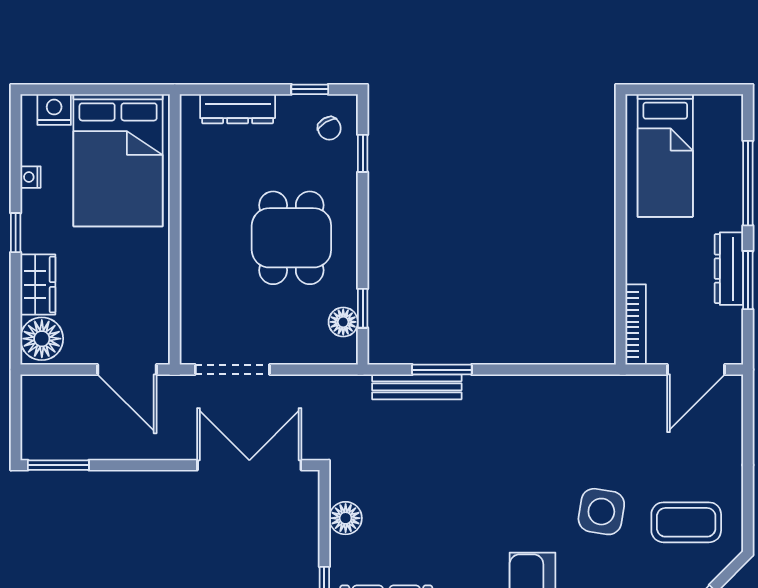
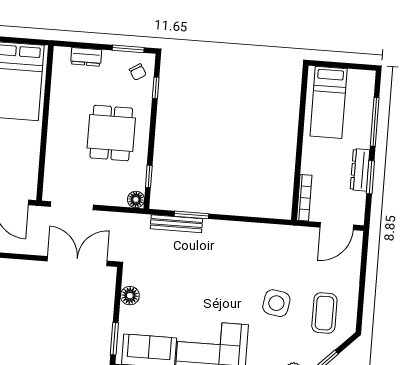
window: (310, 89) -> (128, 49), width x1.50
dresser: (238, 109) -> (86, 57), width x0.70
floor lamp: (343, 322) -> (136, 199), moved
coffee table: (686, 522) -> (324, 313), turned 90

